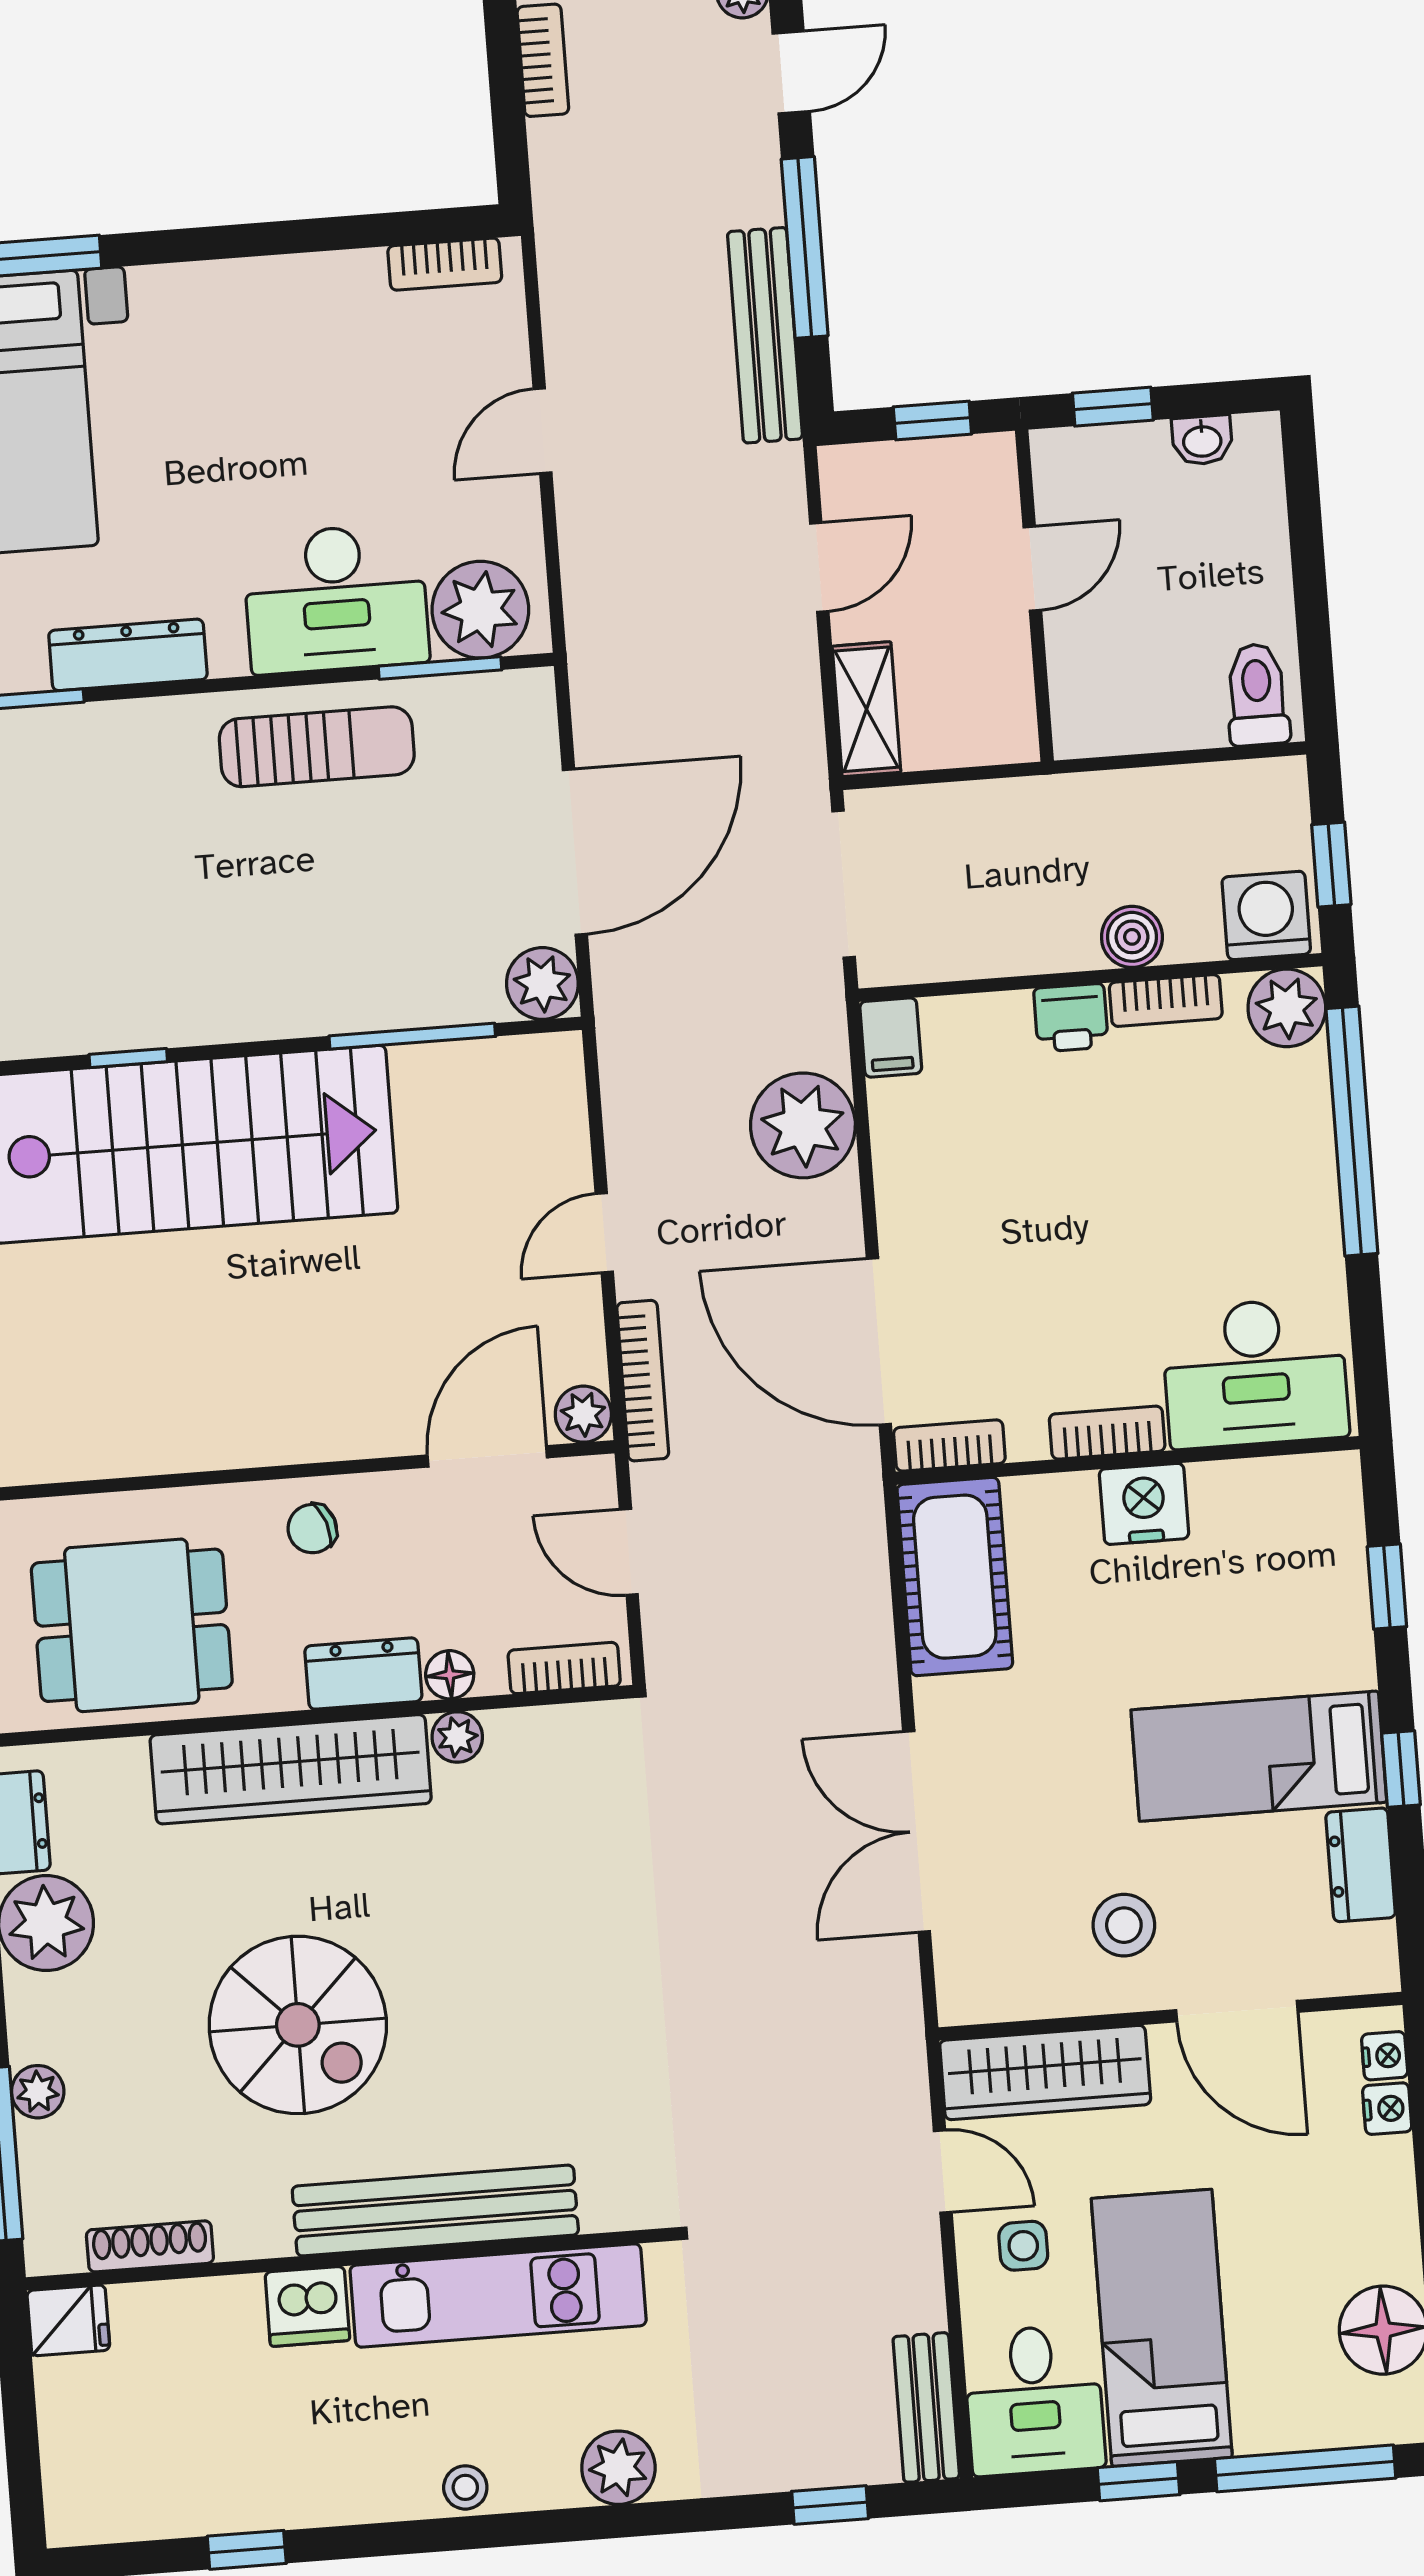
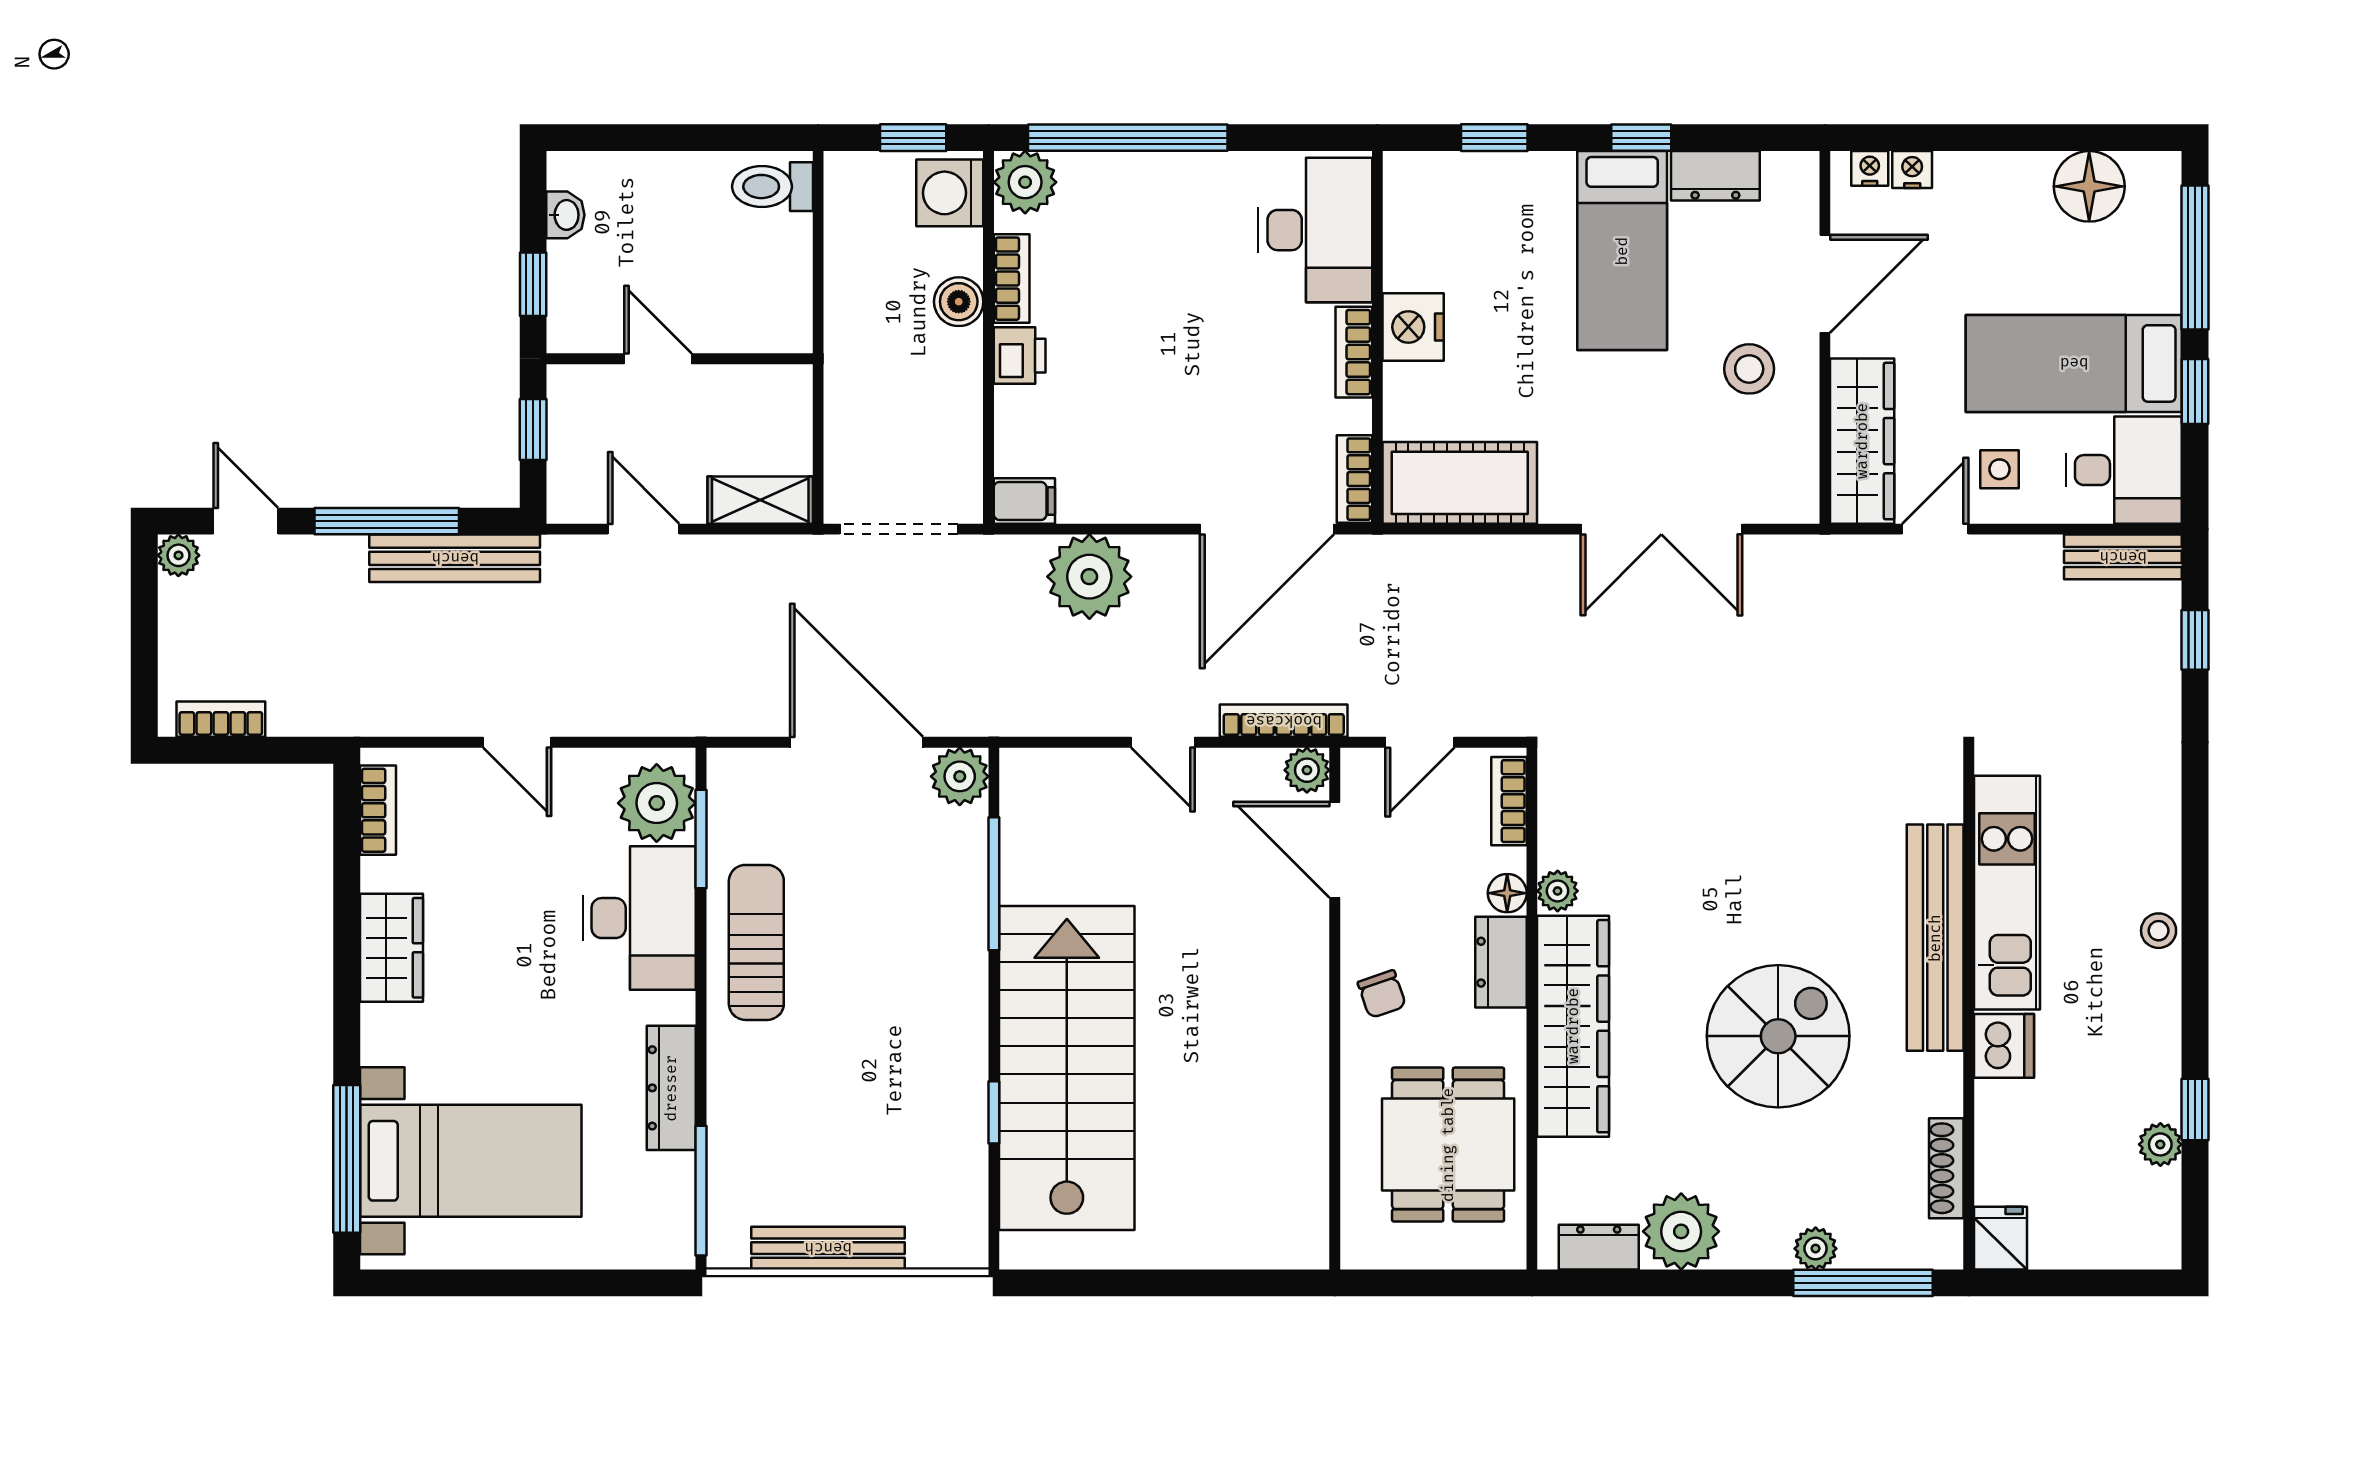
wardrobe: (275, 294) -> (391, 948), added
plant: (618, 2468) -> (2160, 1144), moved, width x0.73, depth x0.73

